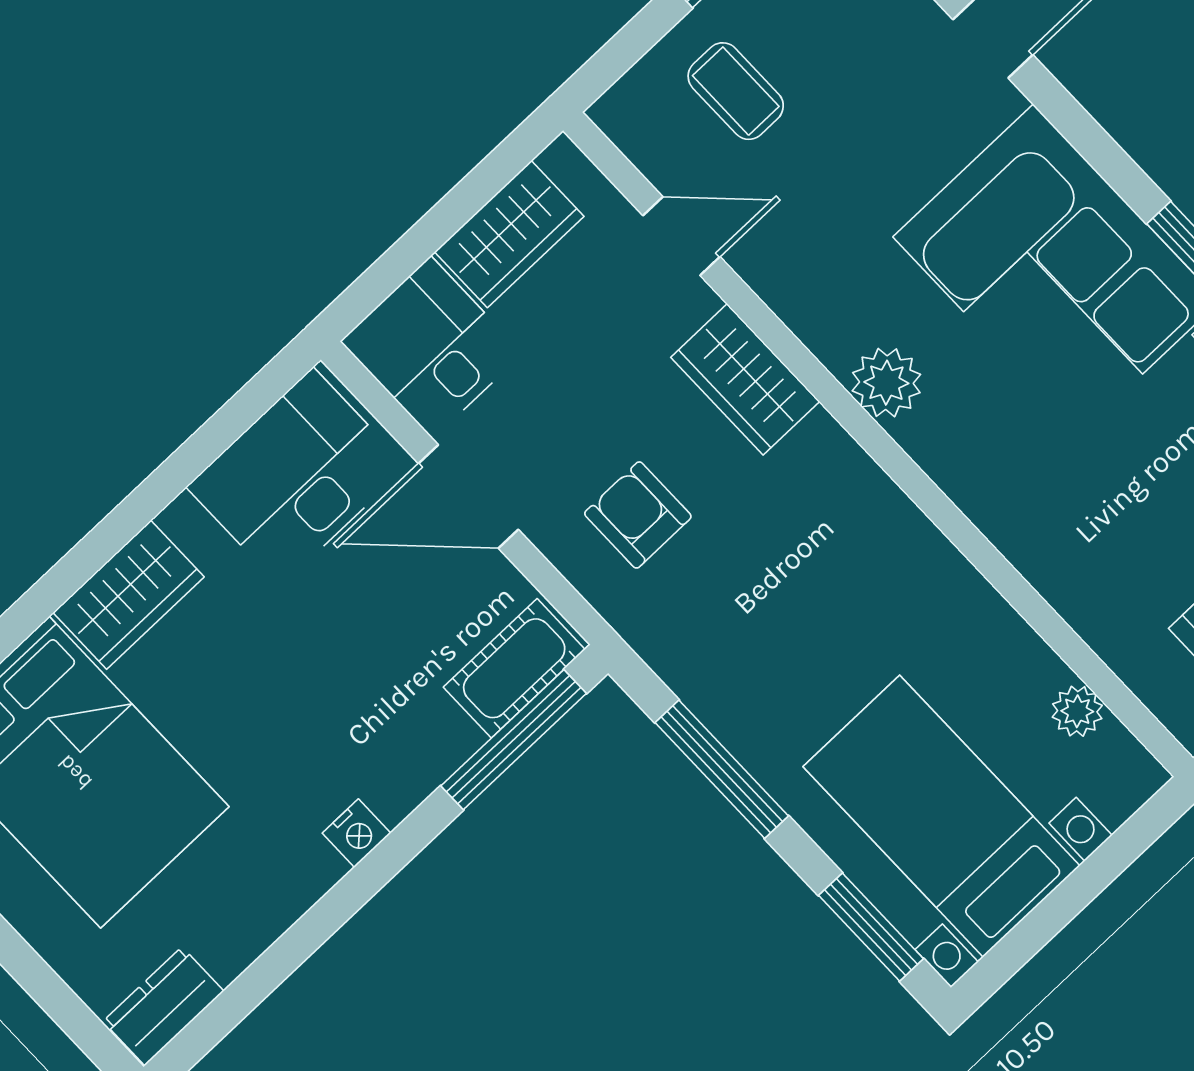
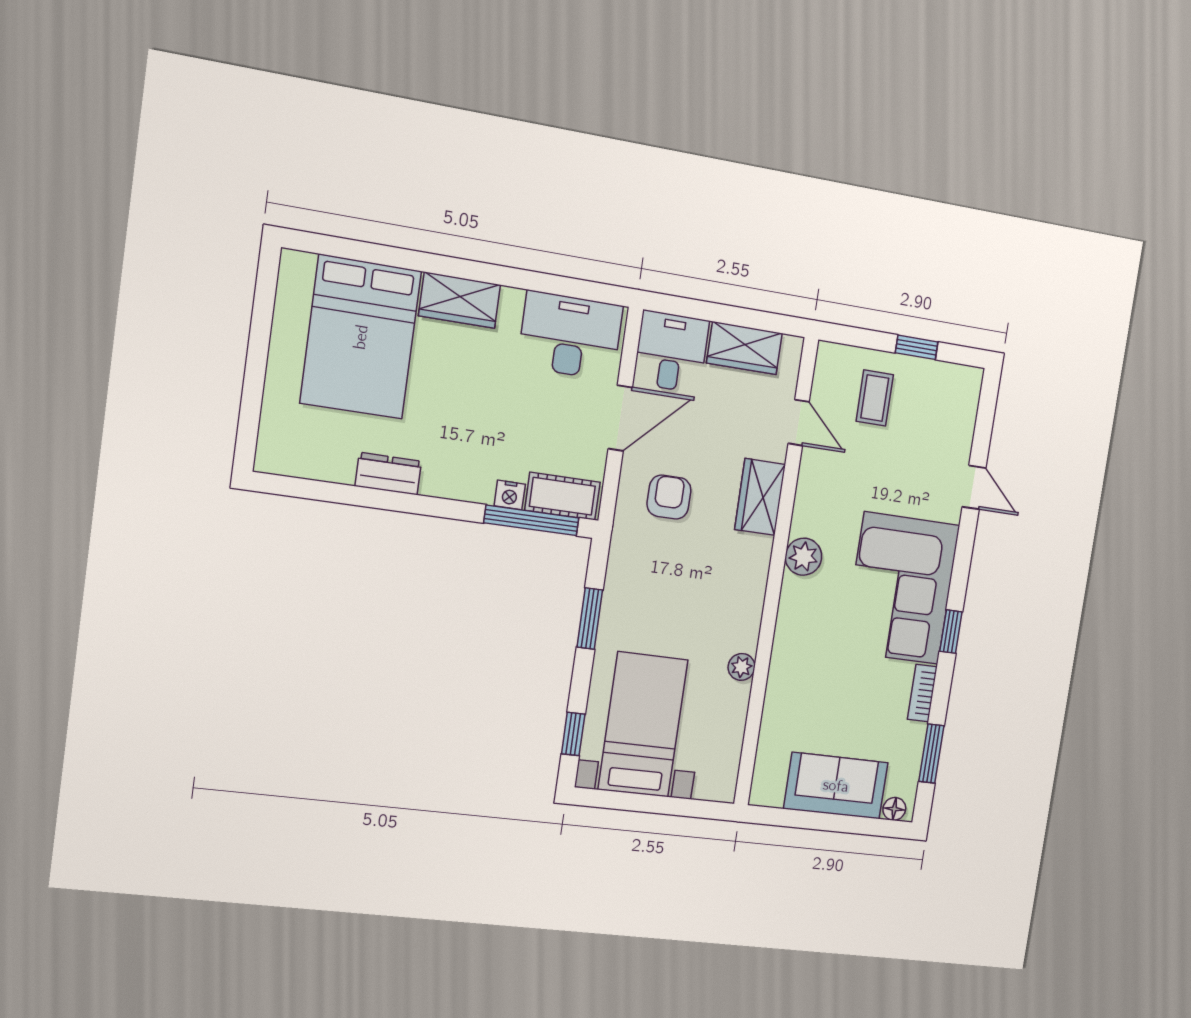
door: (468, 497) -> (620, 418), swing flipped
plant: (1077, 711) -> (742, 667), moved
window: (722, 769) -> (590, 619), width x0.69
nightstand: (357, 833) -> (510, 495), moved
window: (871, 927) -> (573, 734), width x0.67
dresser: (163, 1006) -> (388, 474), moved

